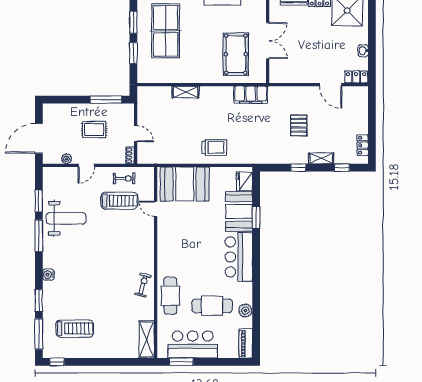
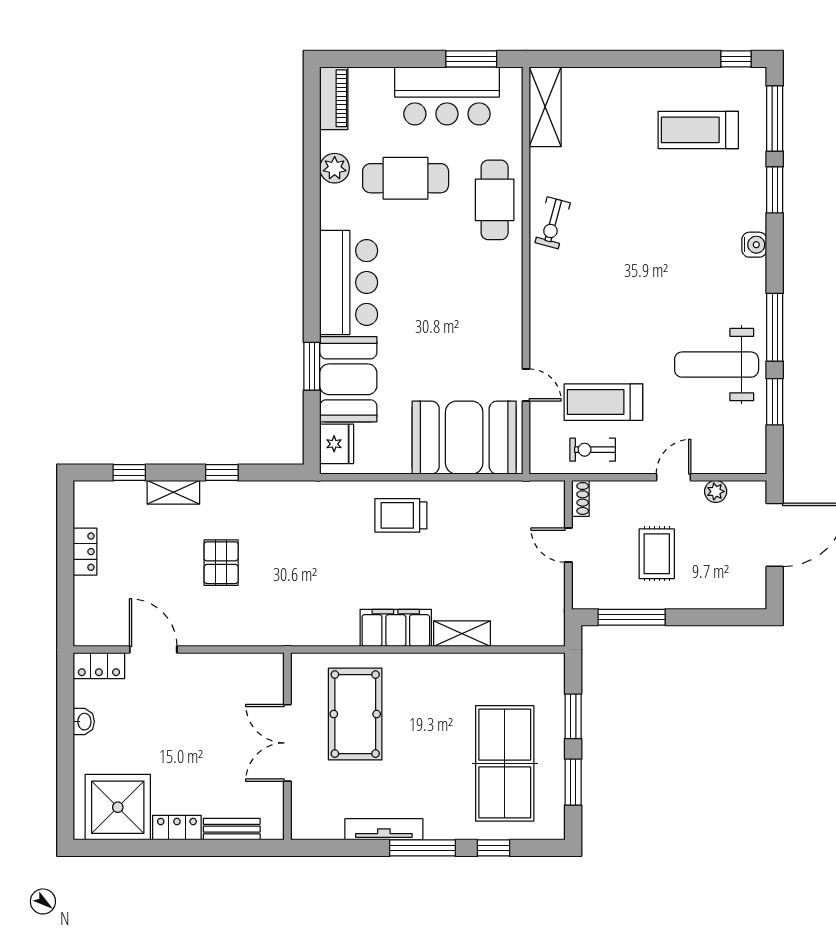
filing cabinet: (251, 95) -> (396, 628), moved
rug: (94, 130) -> (657, 554), turned 90
locker: (363, 145) -> (85, 552), moved

